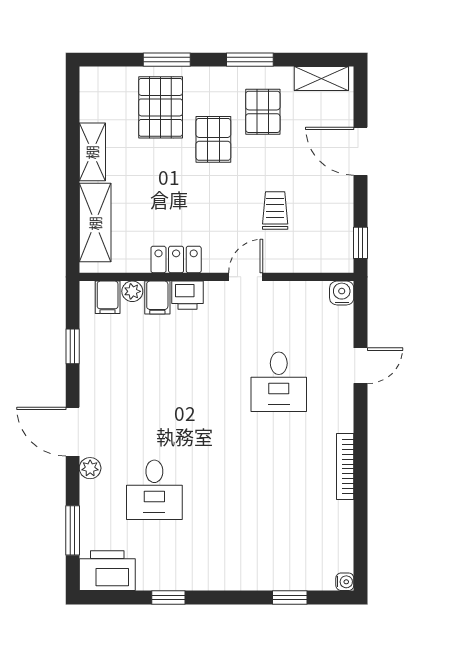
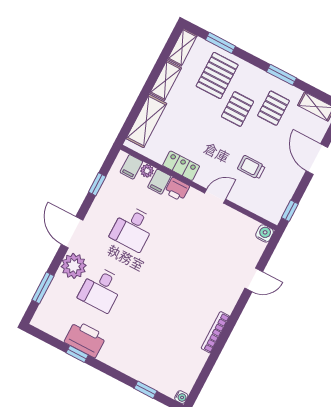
window: (167, 60) -> (220, 43), moved
shelving: (92, 94) -> (182, 47), added
trolley: (275, 210) -> (251, 167), turned -90
desk: (279, 382) -> (133, 228), moved
plant: (90, 468) -> (74, 266), width x1.87, depth x1.87
printer: (107, 571) -> (85, 339), moved

